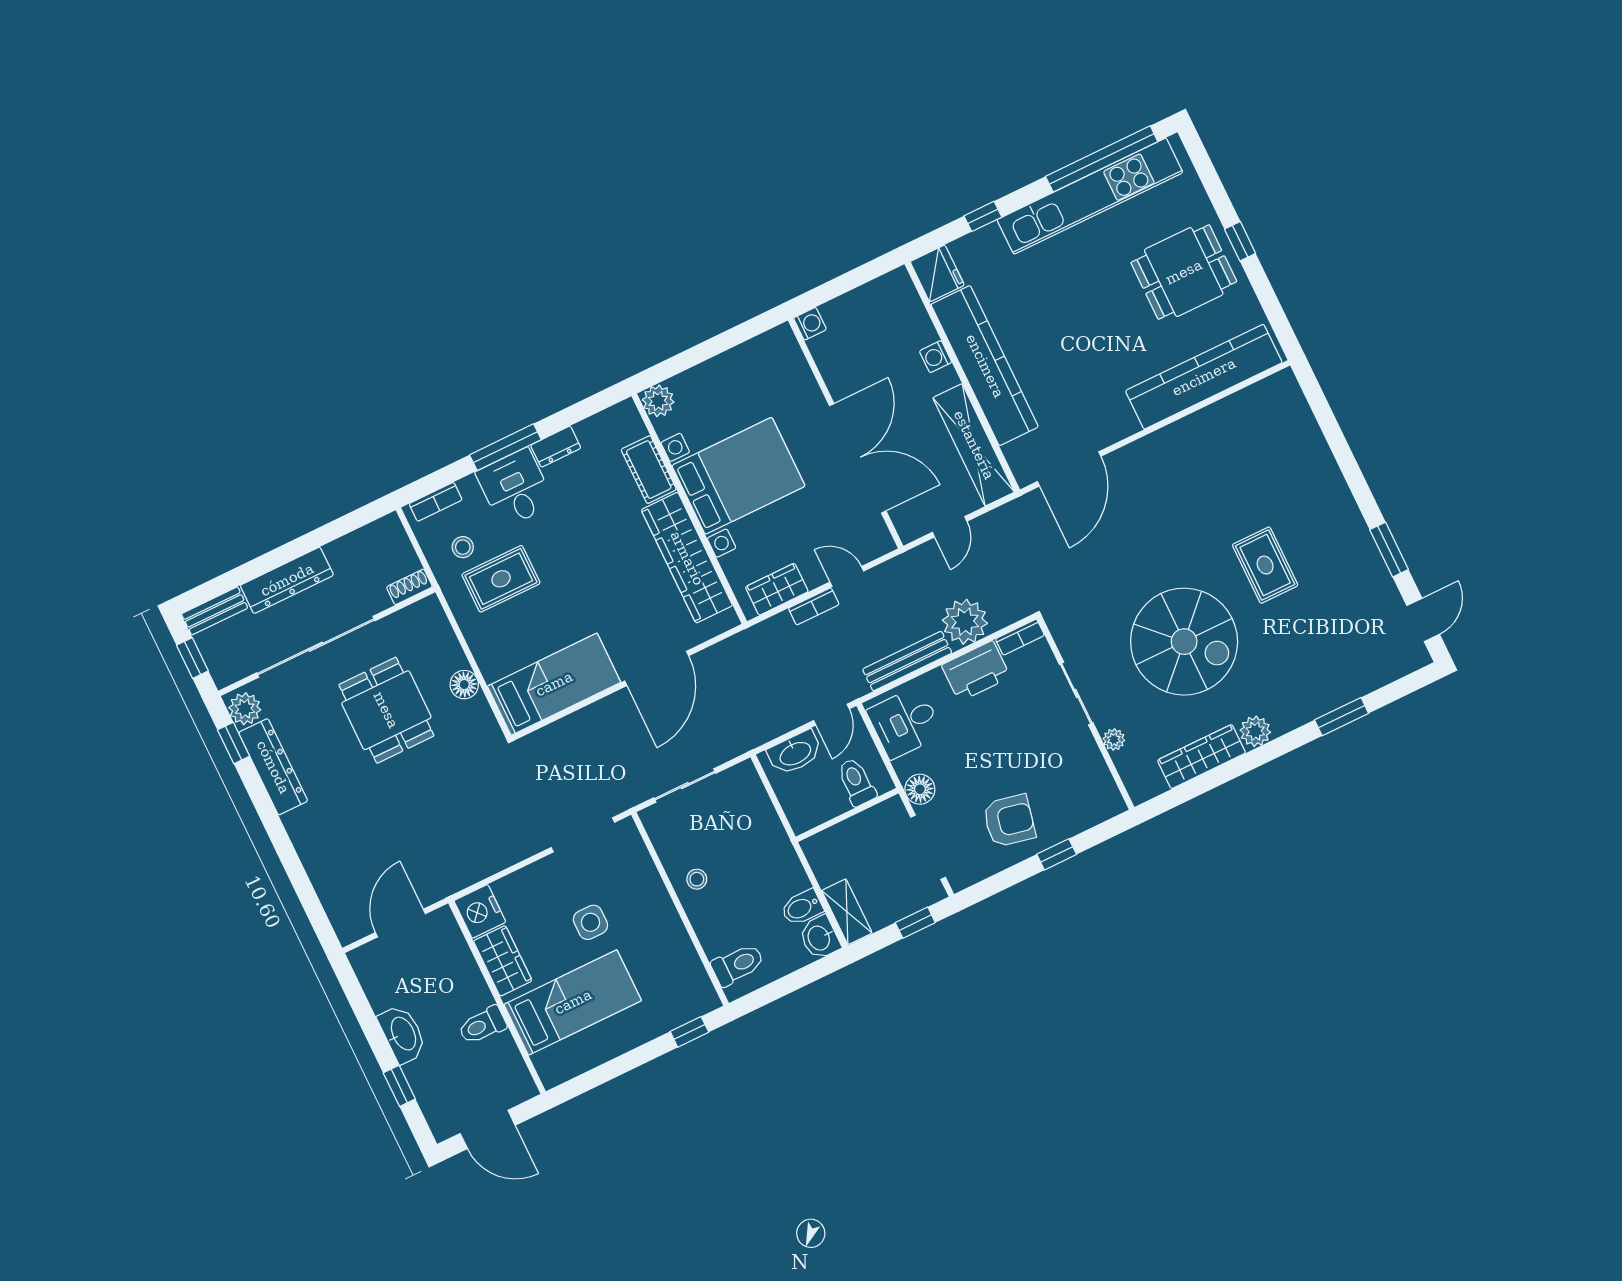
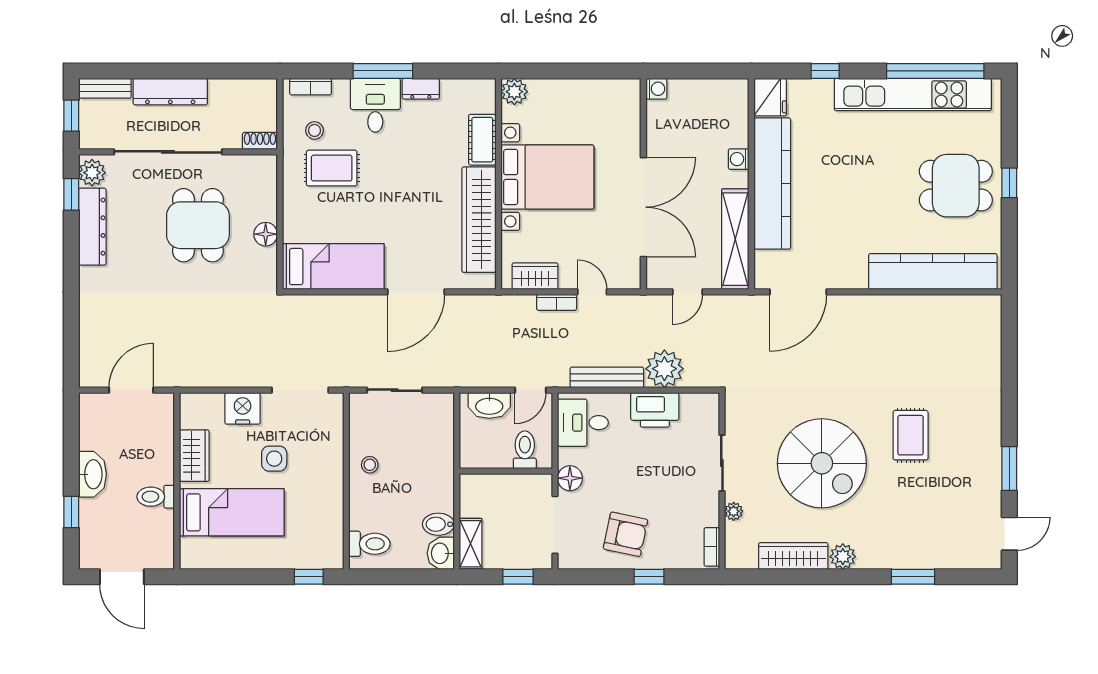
bookcase: (1020, 637) -> (712, 547), moved, turned 90
nightstand: (480, 911) -> (243, 408), moved, turned 90

